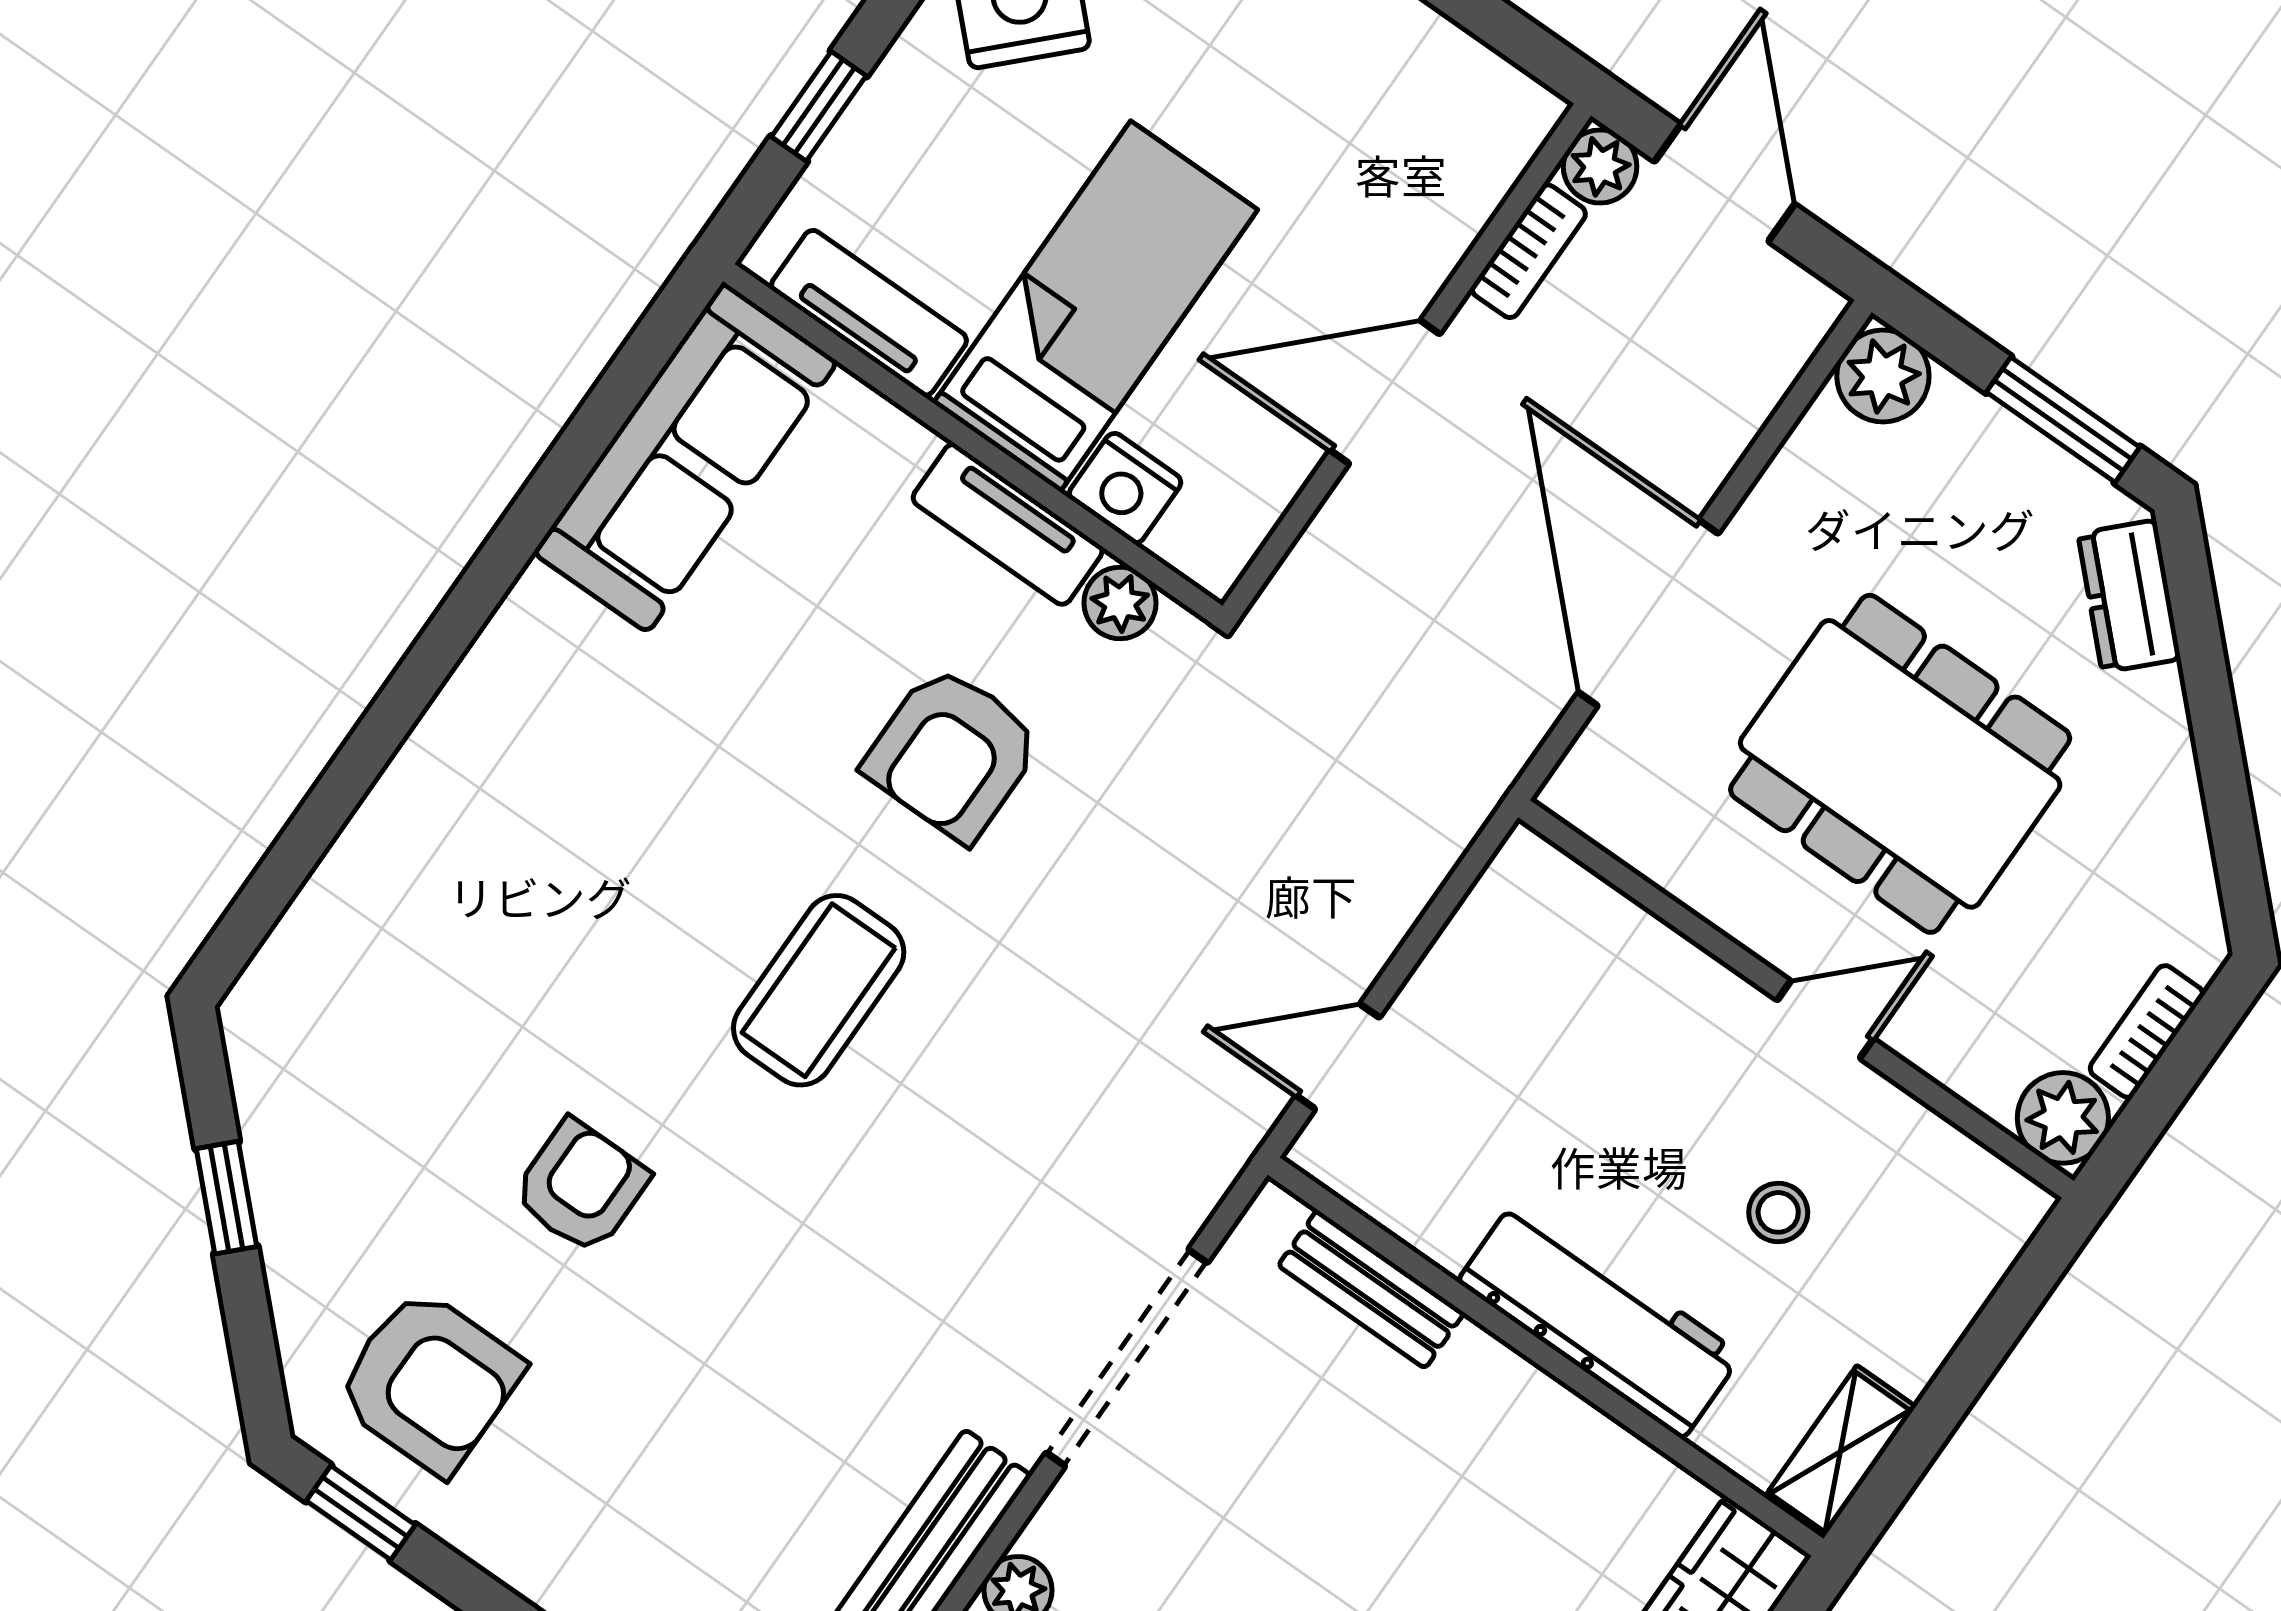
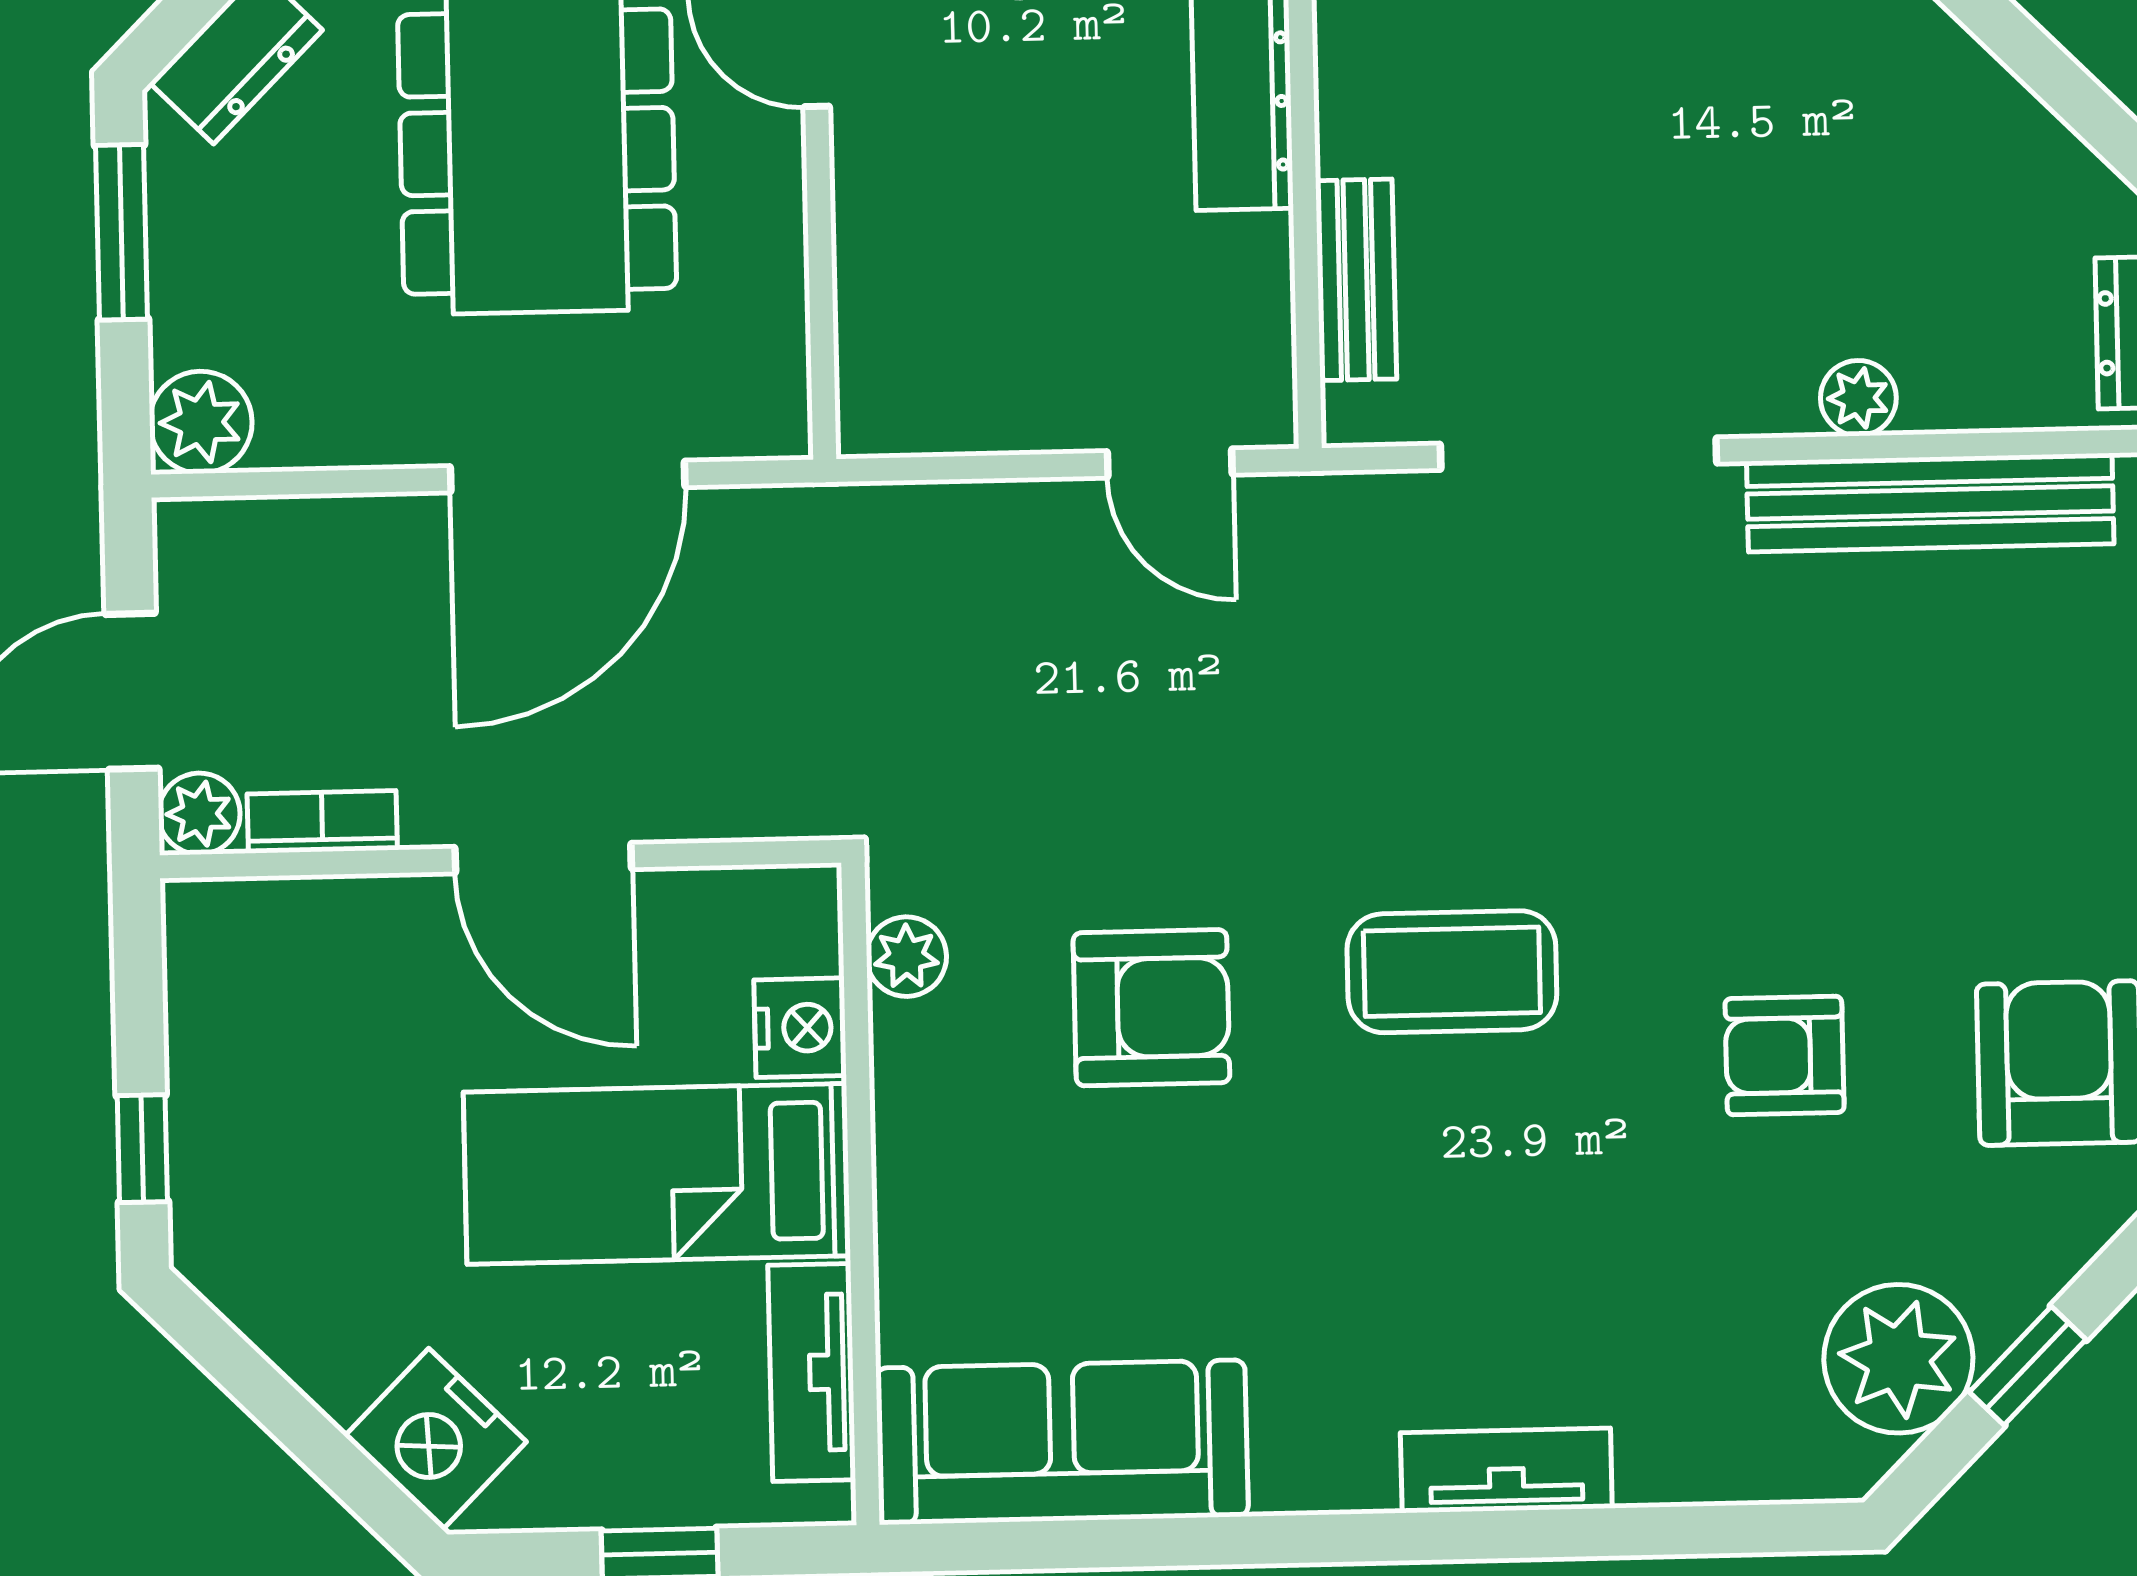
tv unit: (1008, 524) -> (1506, 1470), moved, turned -90
plant: (300, 1108) -> (1898, 1359), added

